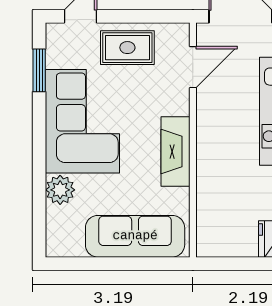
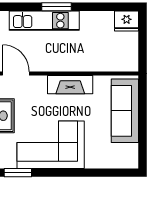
plant: (60, 190) -> (95, 159), removed

